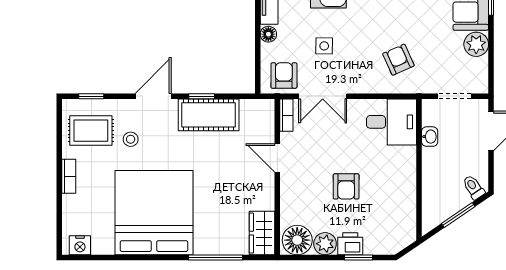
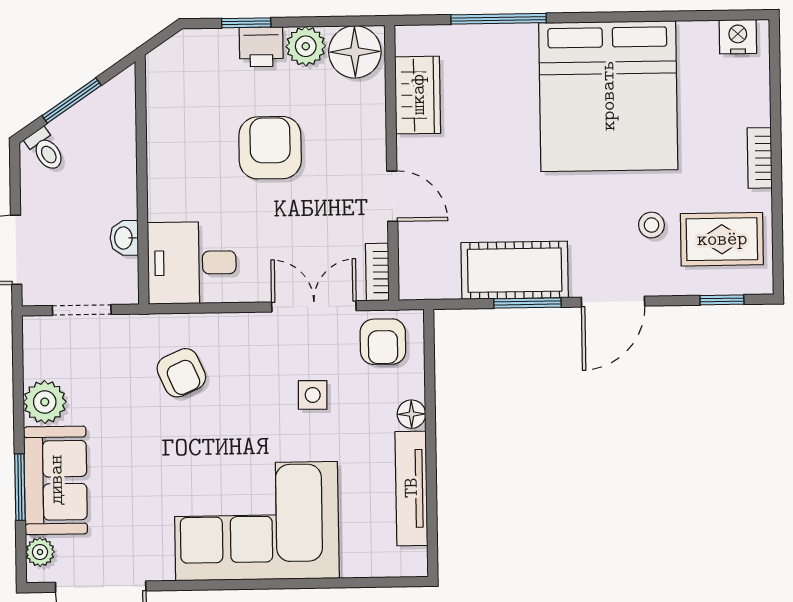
window: (202, 96) -> (527, 303), width x1.50
armchair: (346, 186) -> (270, 148), width x1.38, depth x1.38
wardrobe: (262, 233) -> (418, 95), moved

